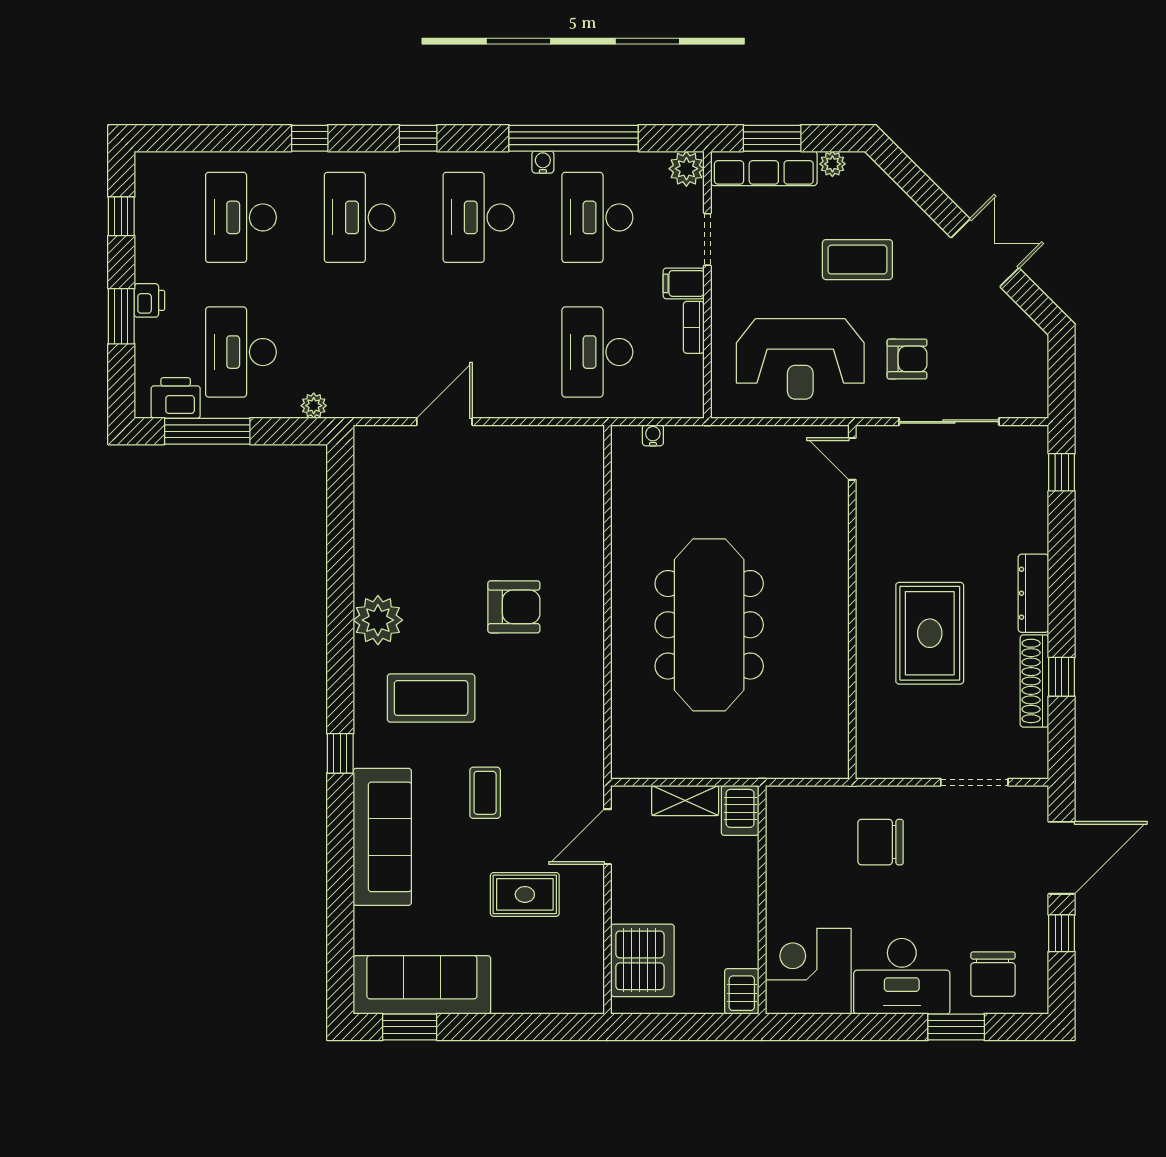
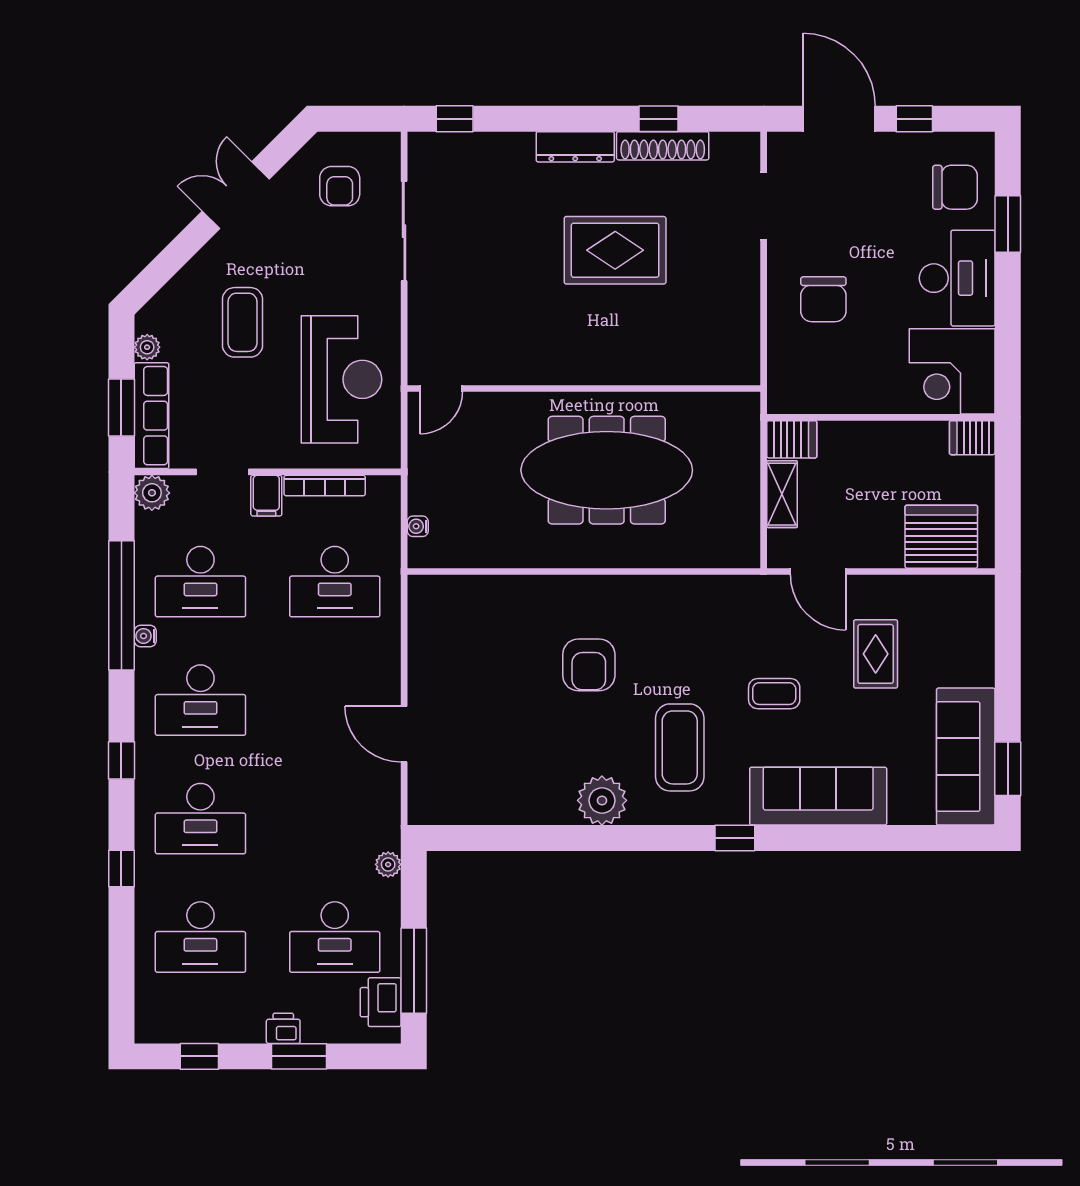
bookcase: (694, 327) -> (325, 486), width x1.56
armchair: (907, 359) -> (340, 186), moved, turned 180
door: (852, 459) -> (441, 388), moved
wall: (852, 602) -> (584, 388), moved
armchair: (514, 607) -> (589, 665), turned 180

